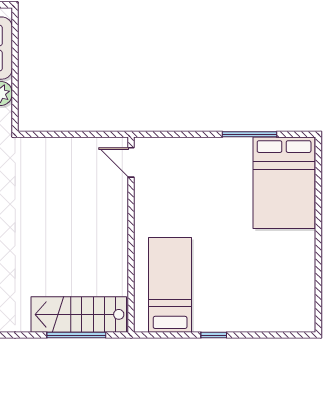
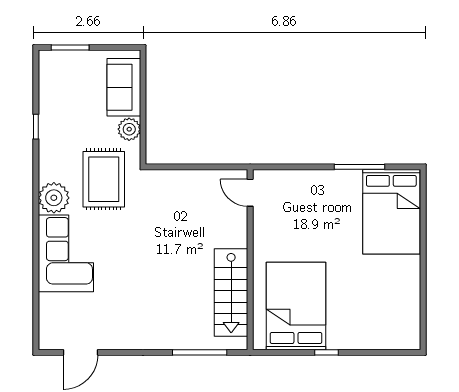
bed: (170, 285) -> (296, 306), width x1.50
stairs: (79, 314) -> (231, 292), moved, turned -90

